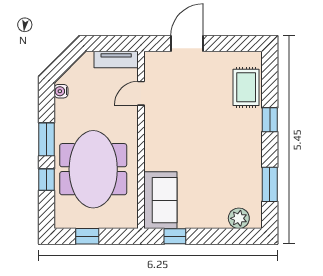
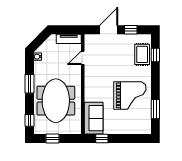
window: (226, 44) -> (131, 30), added
window: (270, 120) -> (155, 55), moved
grand piano: (225, 160) -> (130, 95), added
window: (46, 180) -> (29, 120), moved
plant: (239, 218) -> (138, 128), removed

